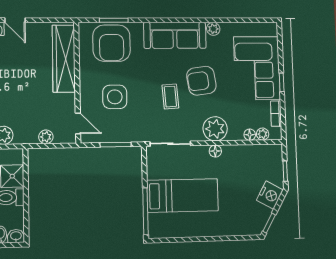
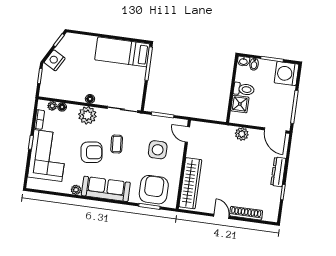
plant: (46, 137) -> (212, 128), removed
bed: (182, 196) -> (122, 52), moved

